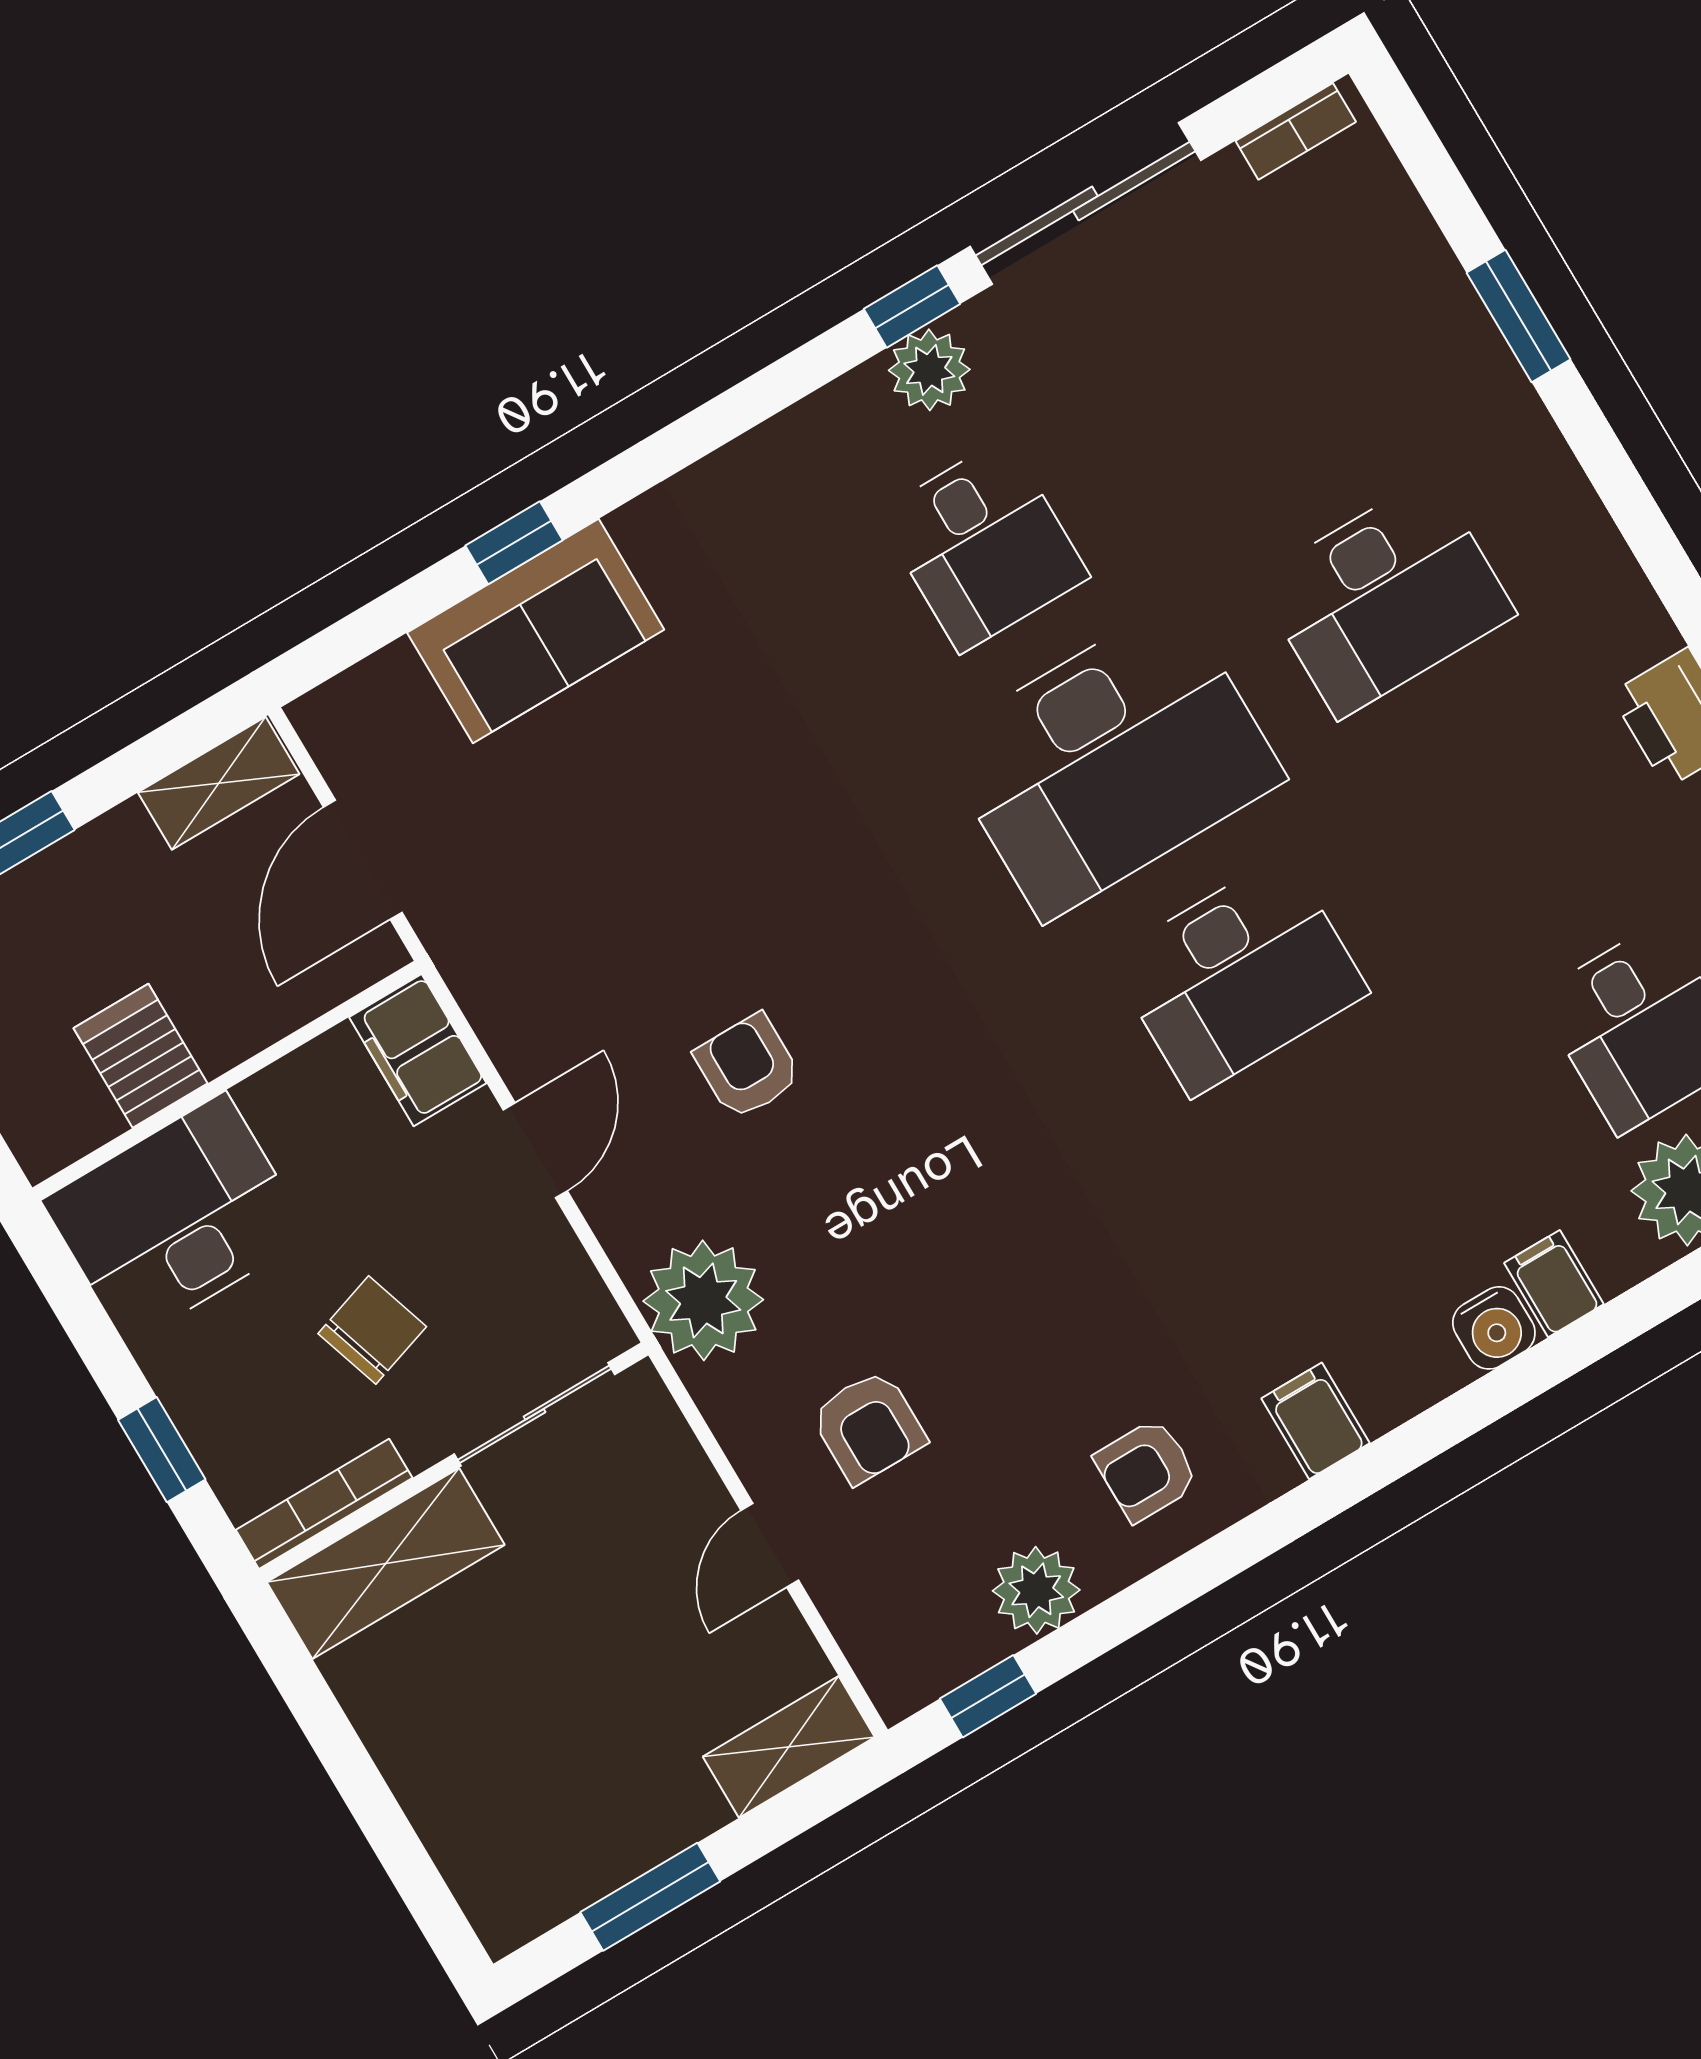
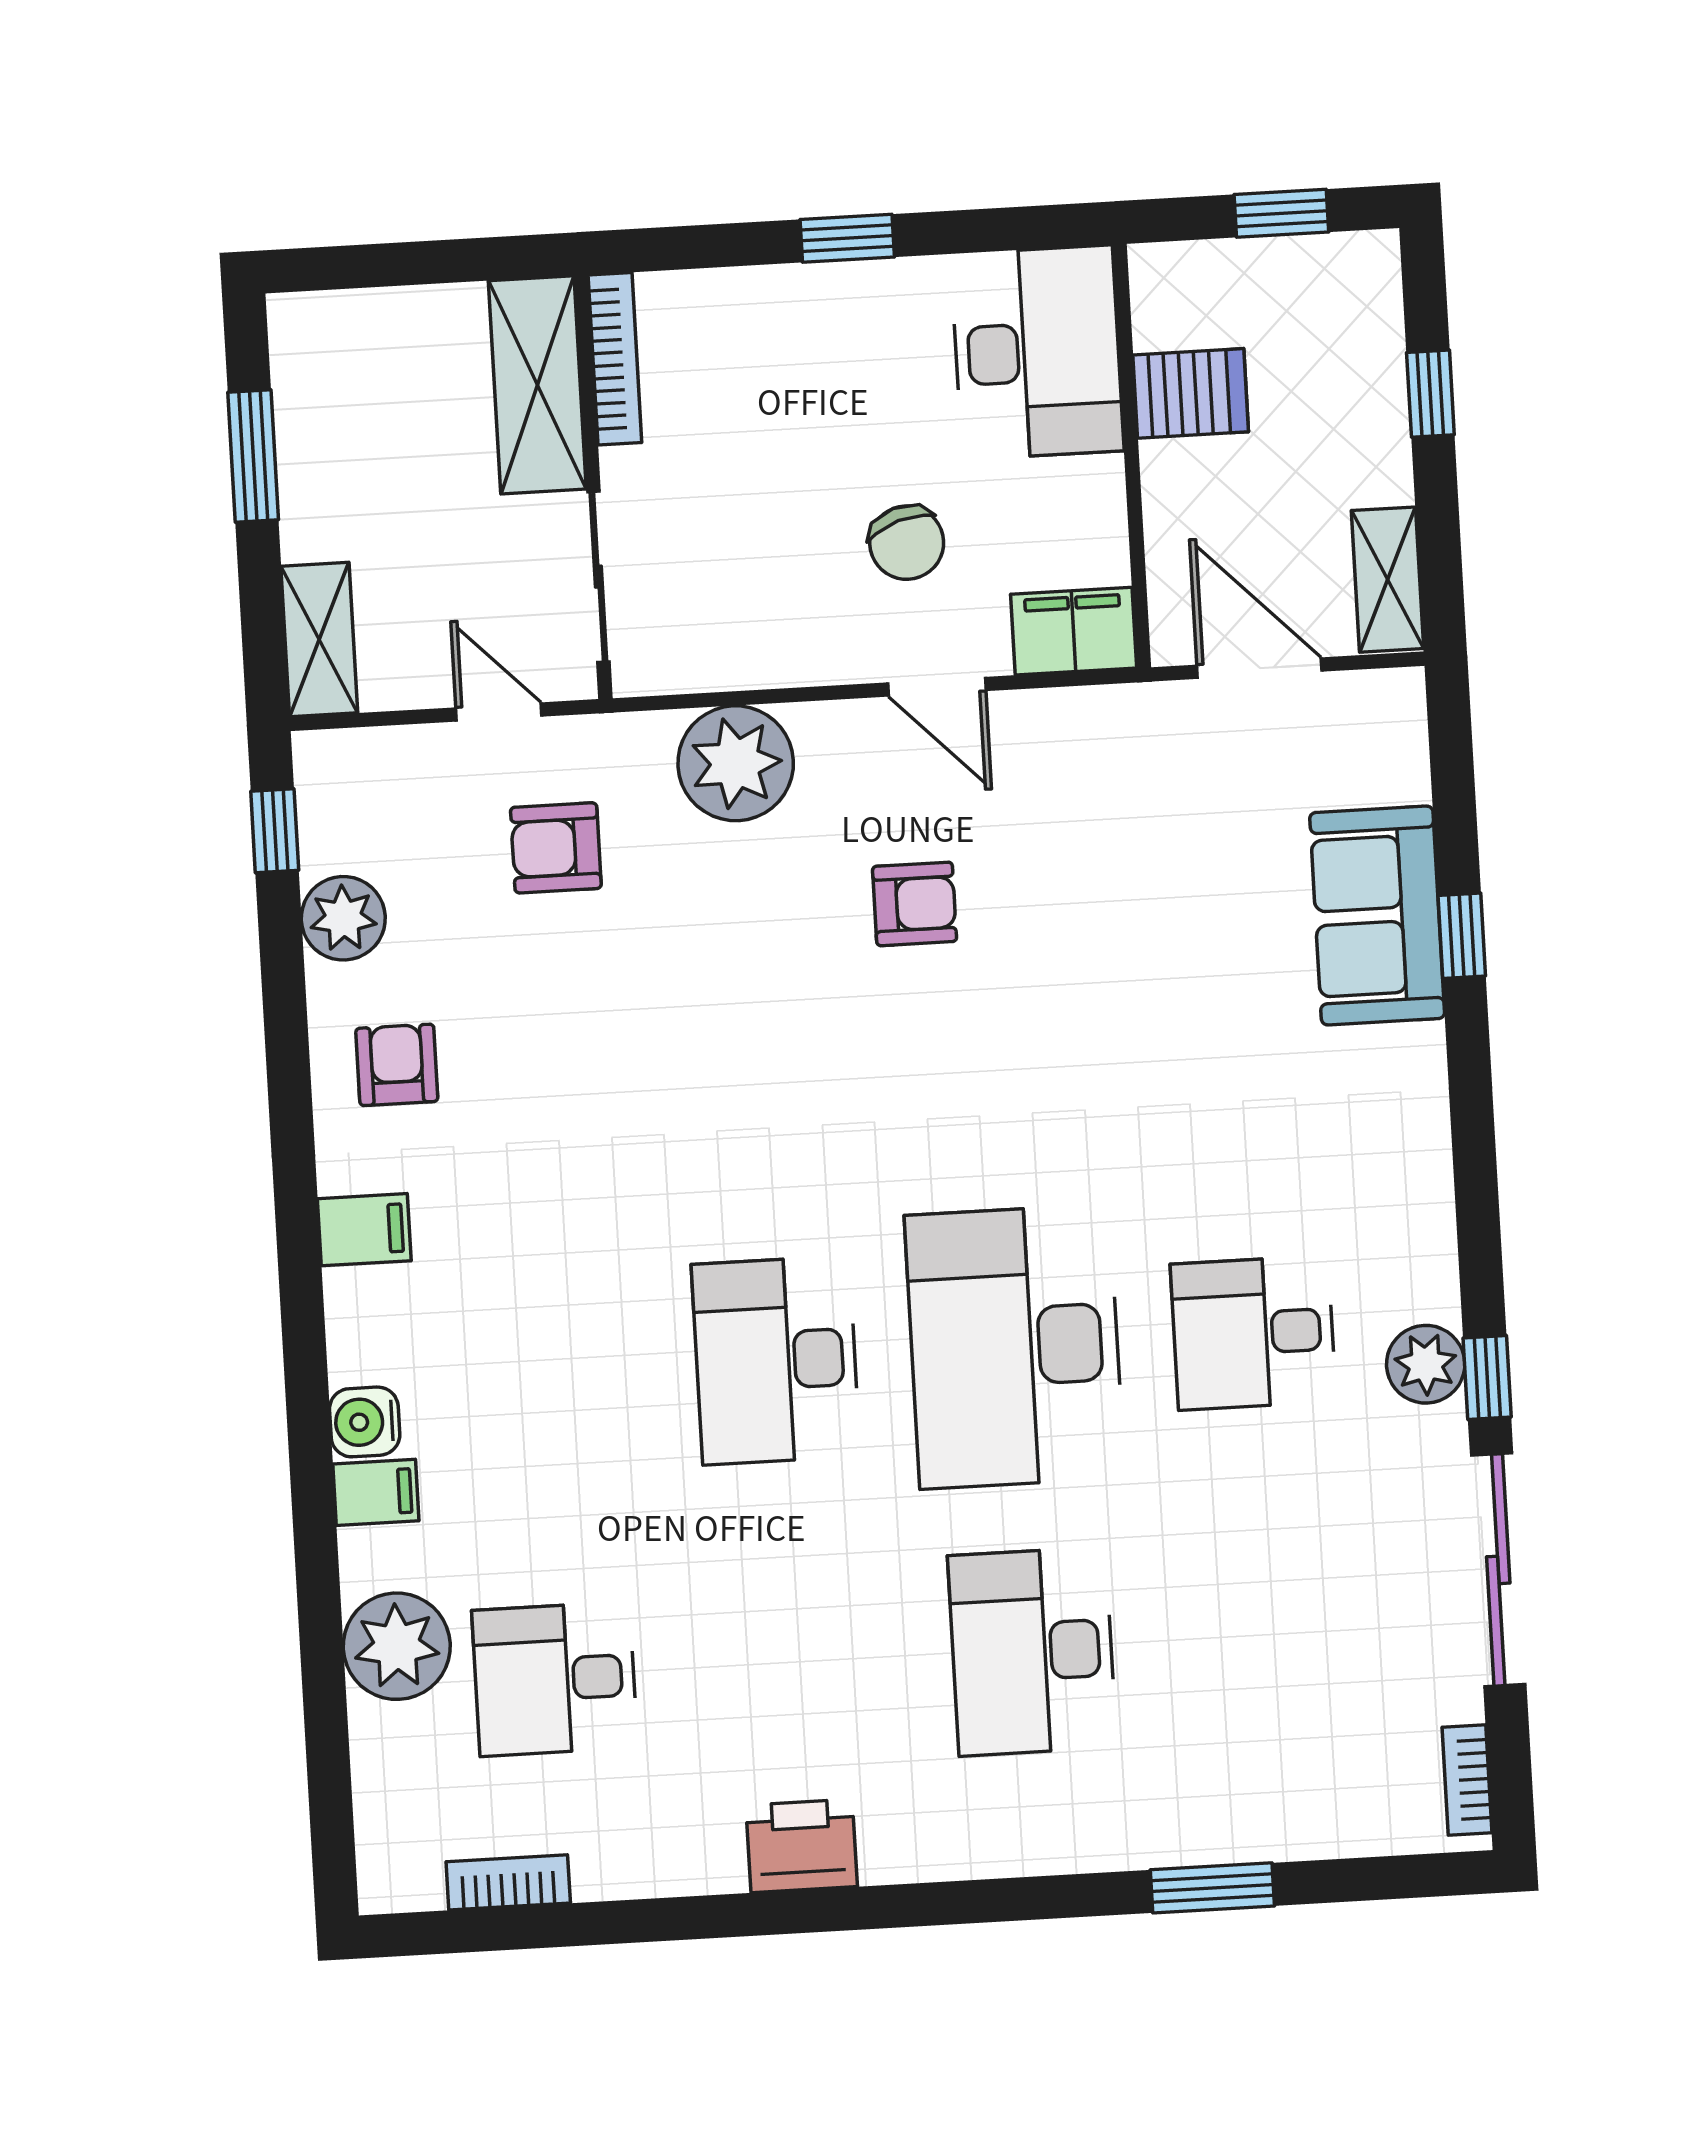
chair: (372, 1330) -> (907, 543), moved
sliding door: (534, 1414) -> (598, 577), moved
wall: (454, 1462) -> (593, 487), moved
bookcase: (324, 1504) -> (615, 359), moved
shelving: (386, 1563) -> (537, 385), moved

